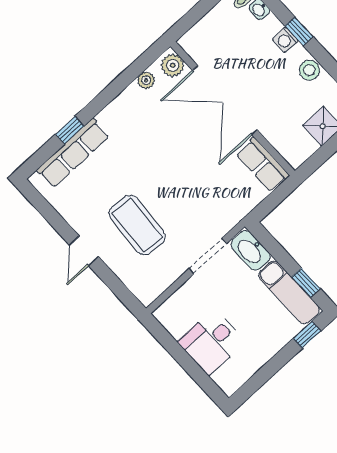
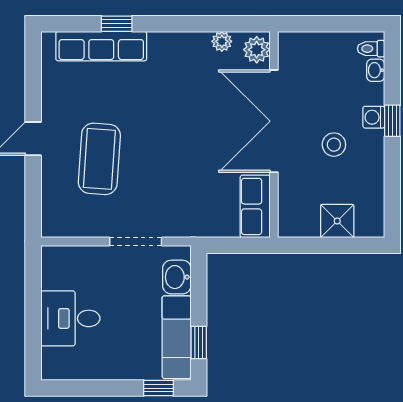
stool: (309, 70) -> (334, 145), moved
washbasin: (251, 250) -> (177, 277), width x0.72

